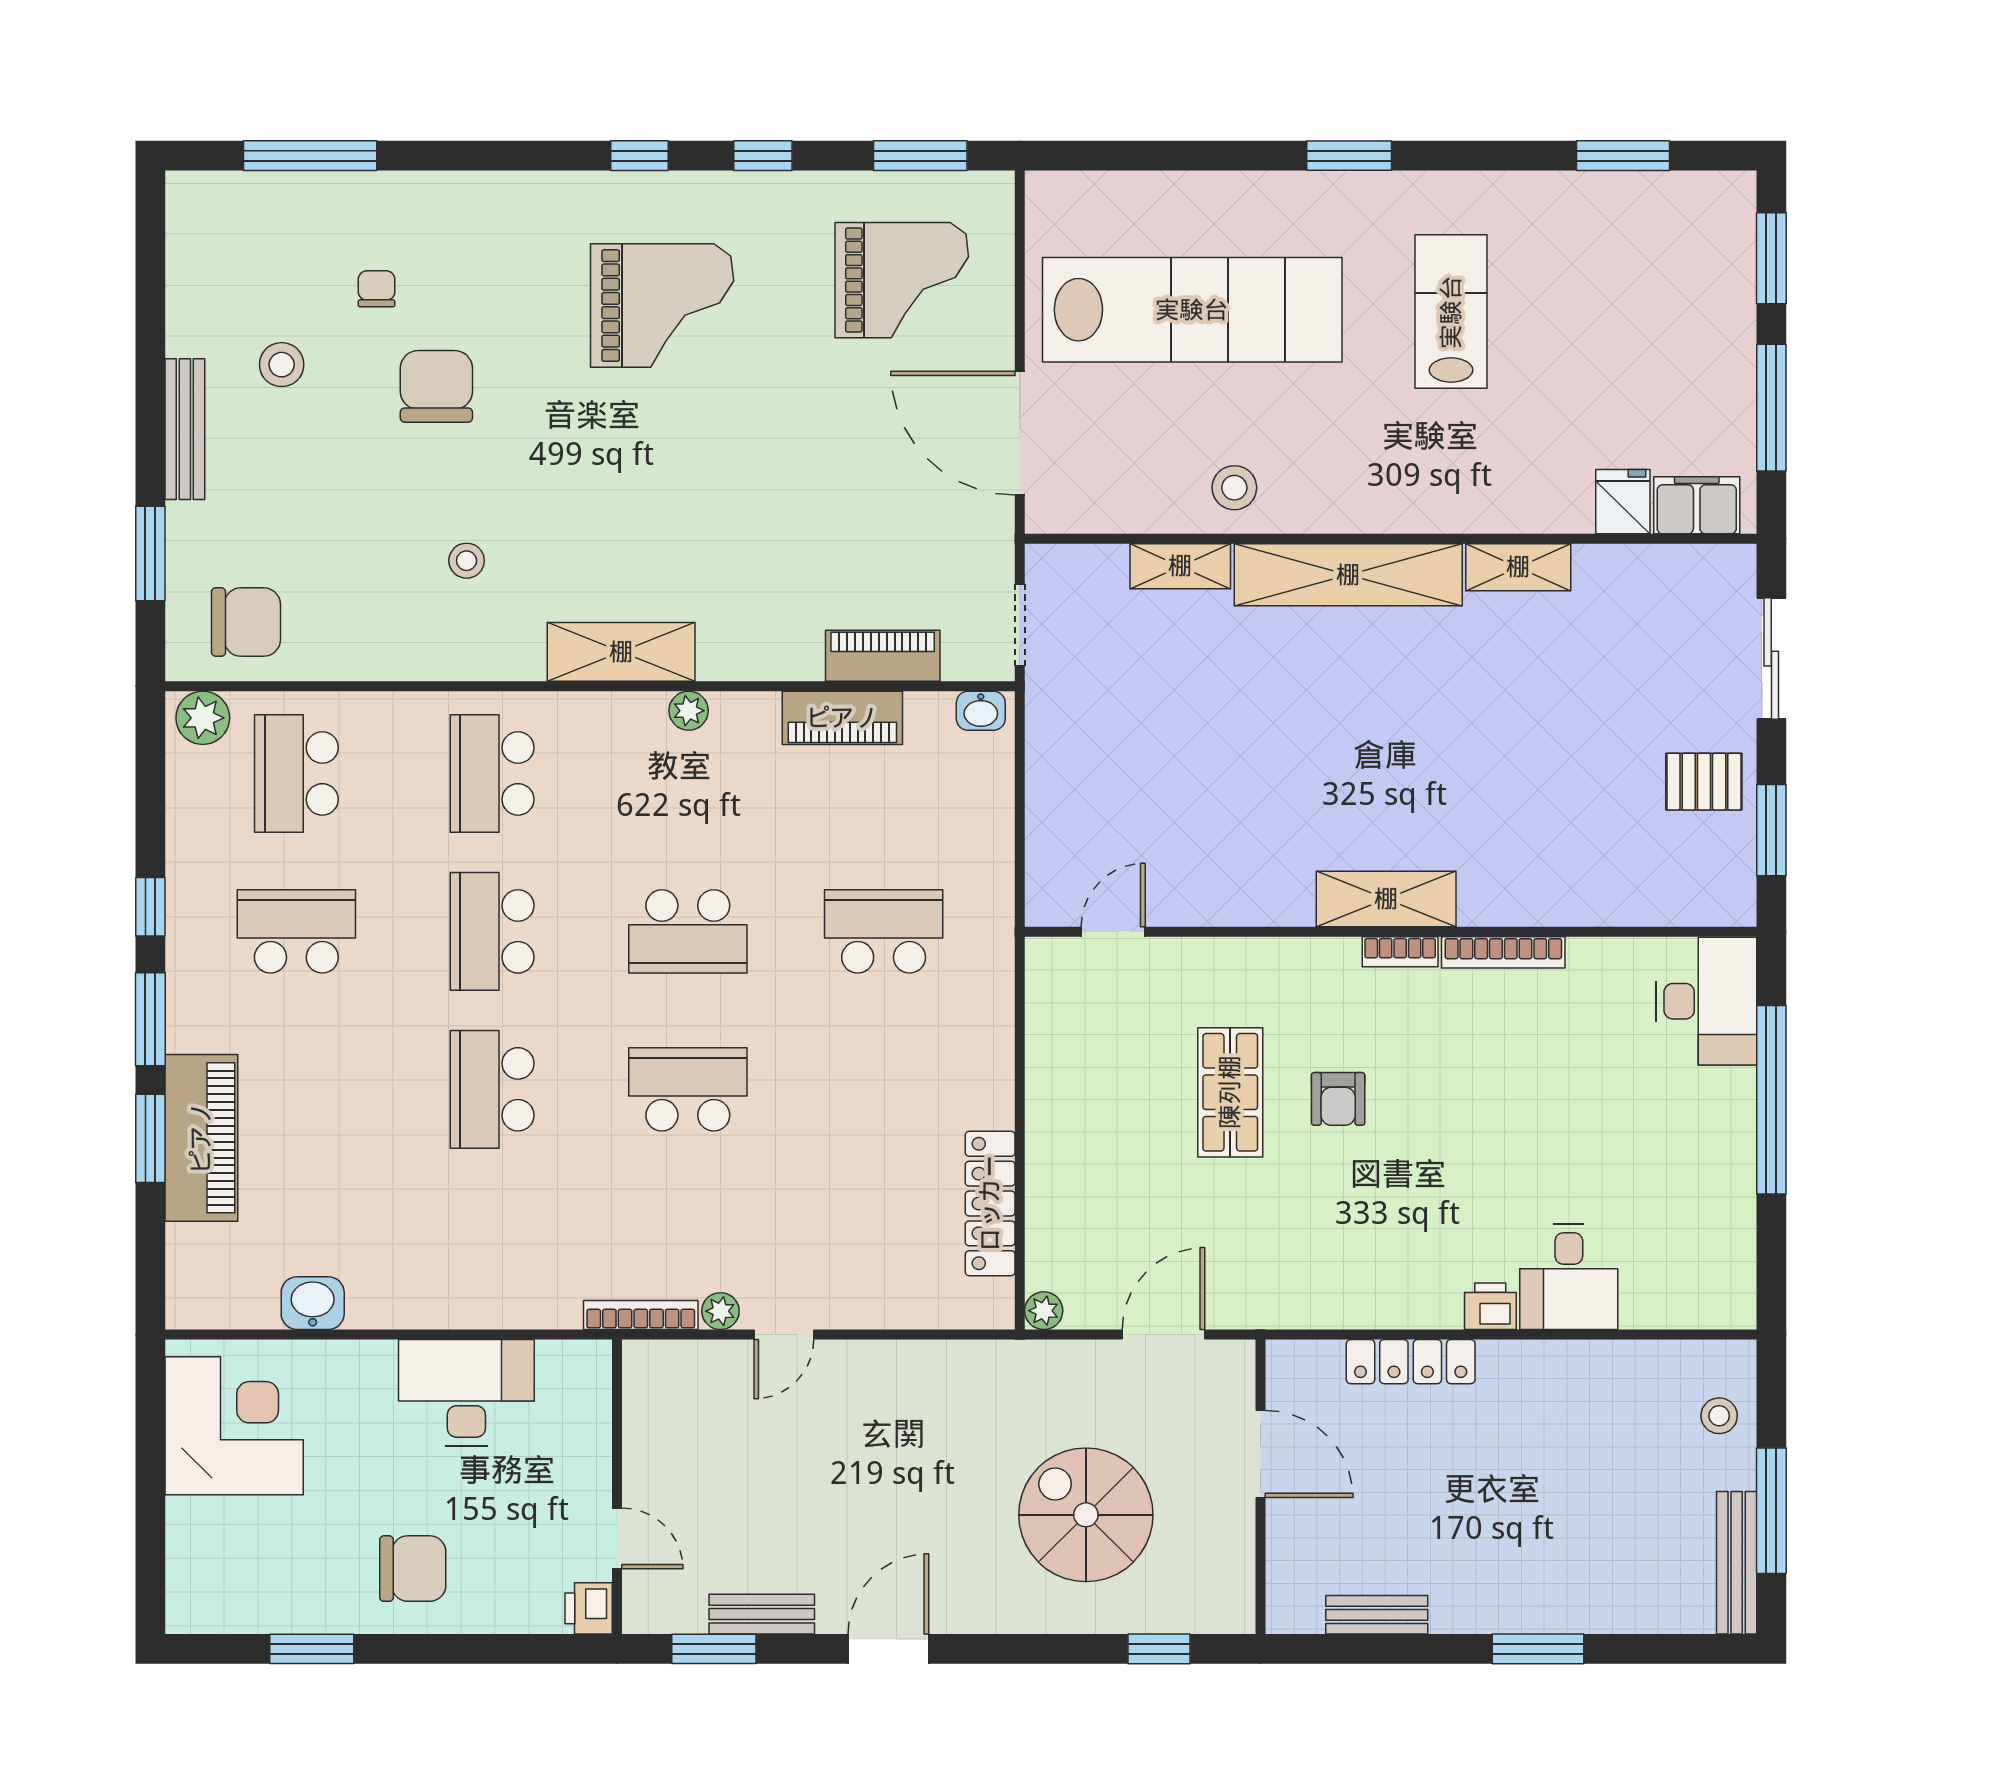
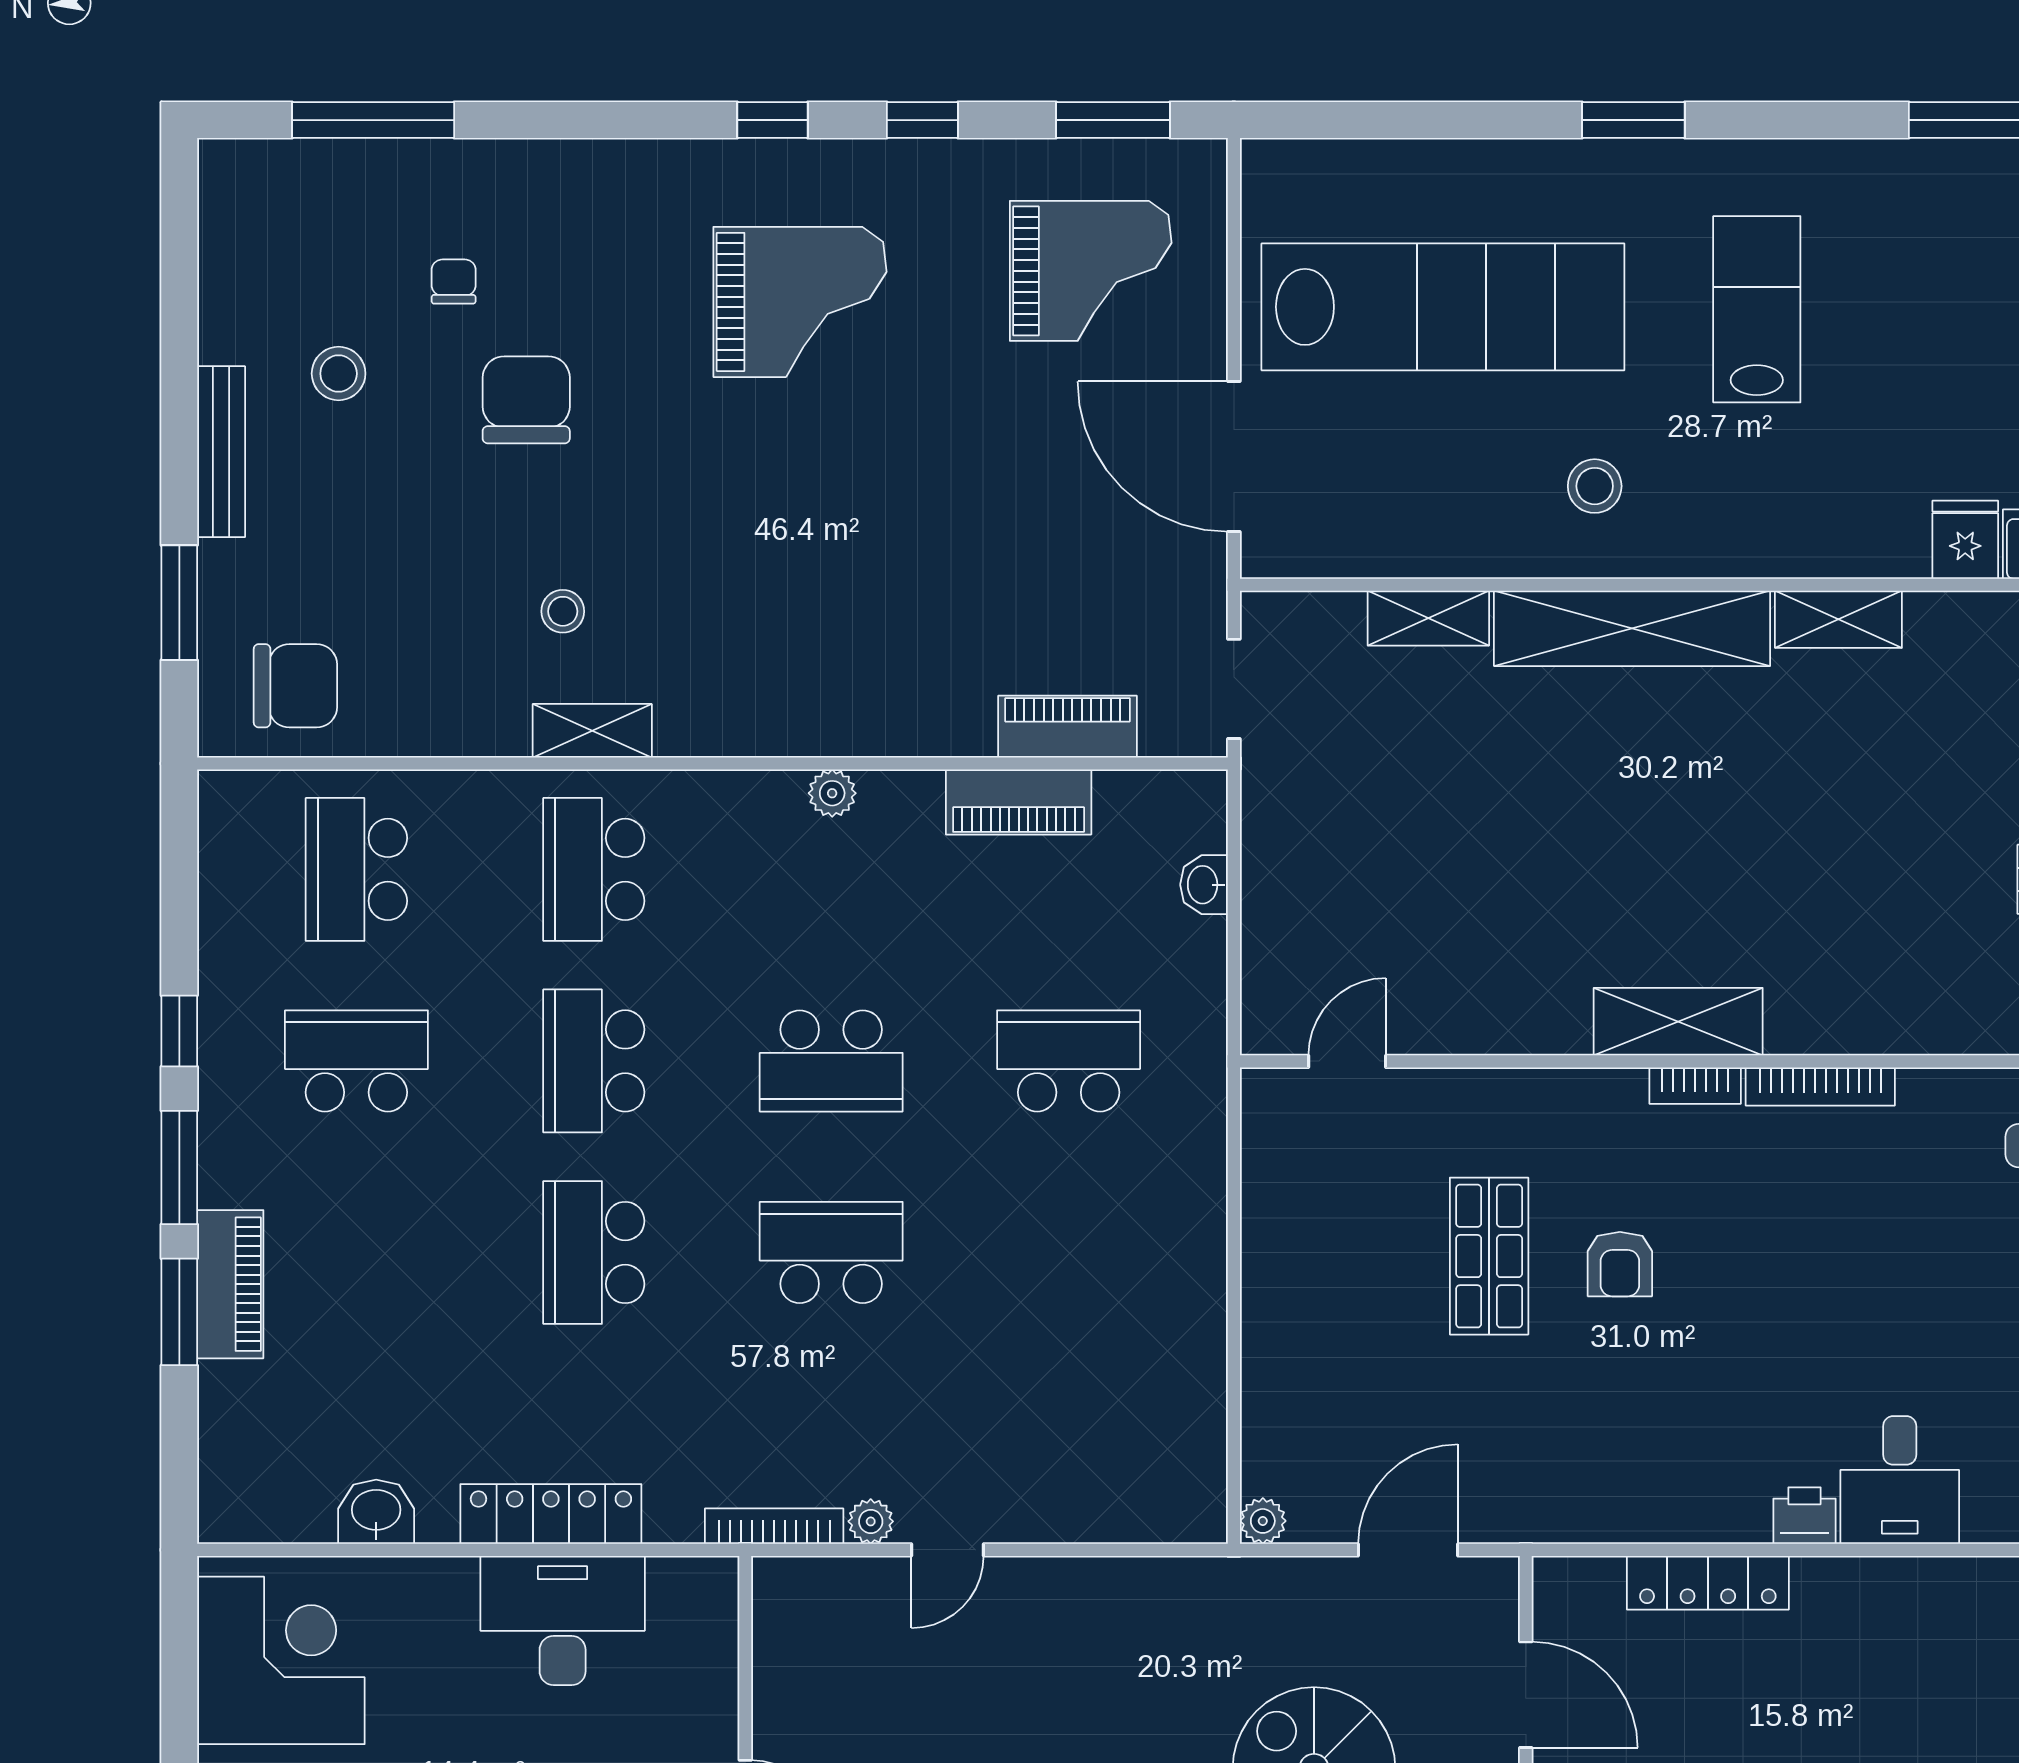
stool: (1234, 488) -> (1595, 486), moved
shelving: (621, 652) -> (592, 731), moved, width x0.67, depth x0.75
washbasin: (981, 711) -> (1204, 885), moved, turned 90
plant: (203, 718) -> (243, 802), removed
piano: (201, 1138) -> (230, 1284), width x0.73, depth x0.75
locker: (990, 1203) -> (551, 1514), moved, turned 90

